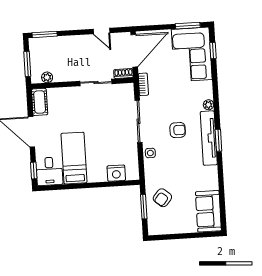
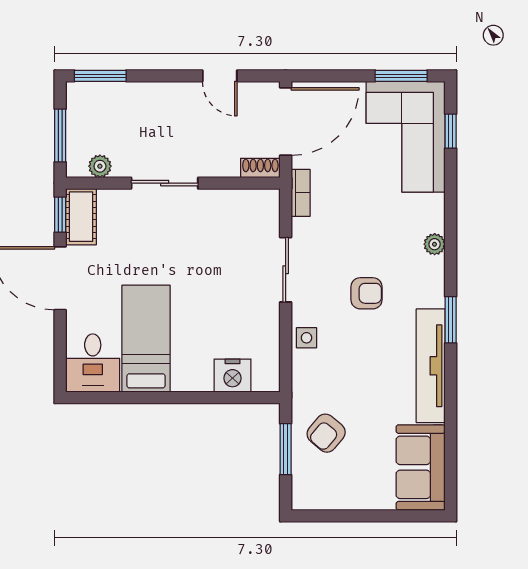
sliding door: (96, 82) -> (165, 183), moved
sliding door: (138, 121) -> (286, 270), width x0.73
tv unit: (209, 138) -> (431, 366), moved
window: (34, 170) -> (60, 215), moved

